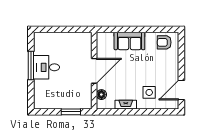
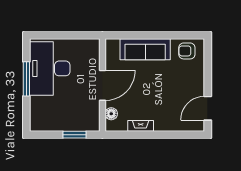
sofa: (129, 41) -> (145, 49), width x1.36
desk: (46, 67) -> (50, 68), width x1.87, depth x1.30
side table: (149, 92) -> (169, 111), removed

